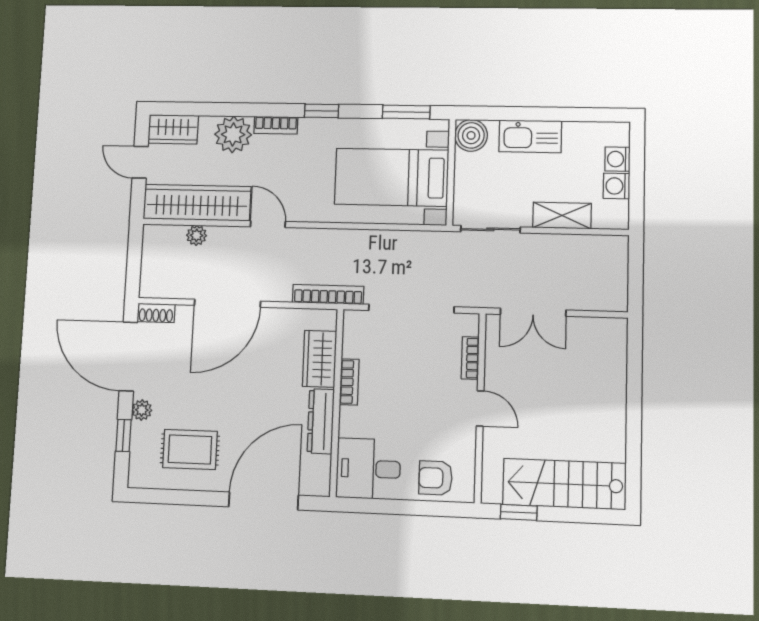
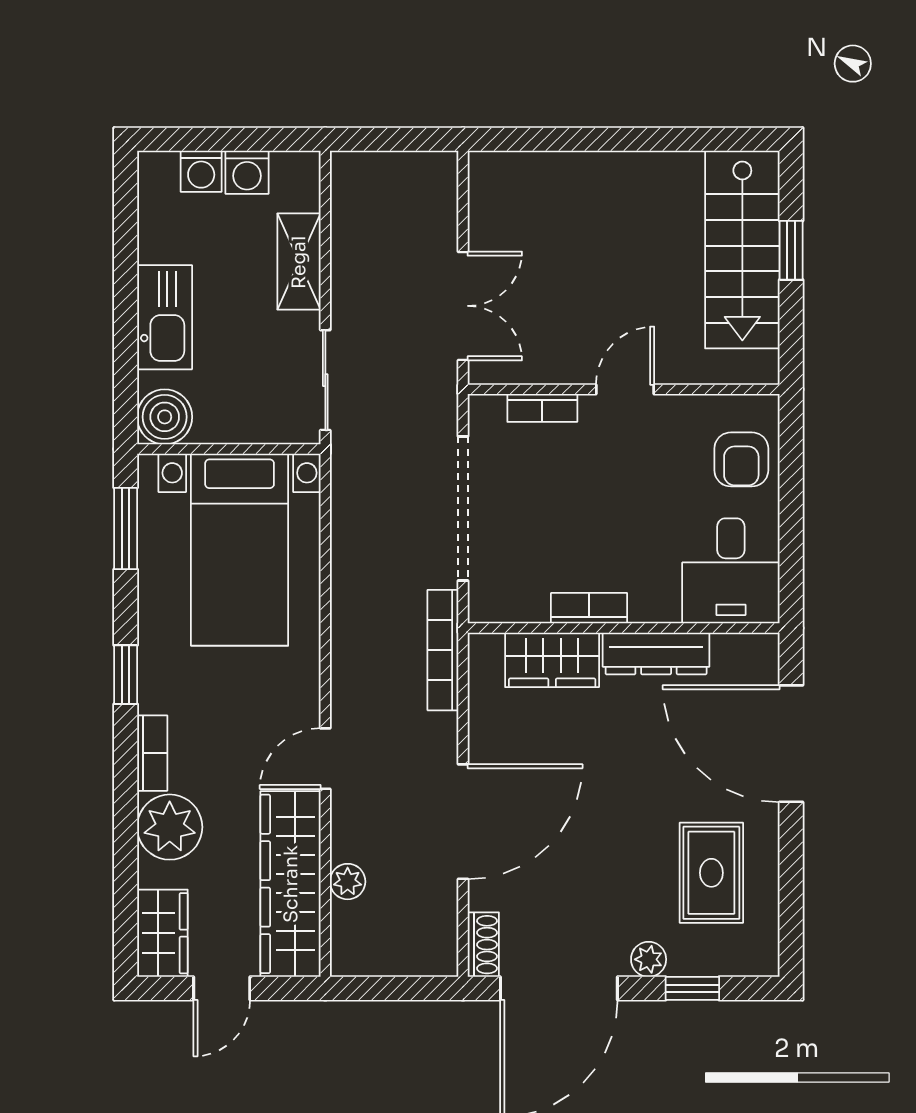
door: (227, 303) -> (463, 822), hinge flipped
window: (519, 512) -> (791, 250), moved

